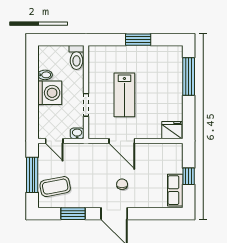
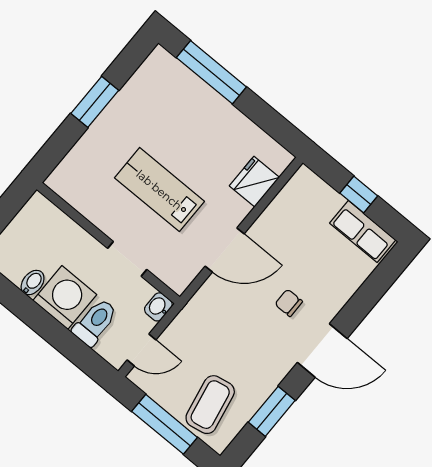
toilet: (76, 57) -> (95, 322), moved, turned -90
lab bench: (124, 95) -> (159, 190), turned 180
fridge: (172, 130) -> (254, 182), moved

